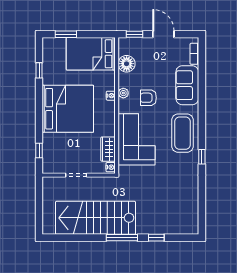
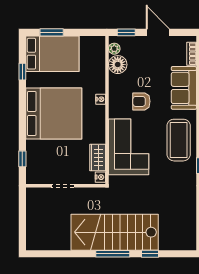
bed: (91, 54) -> (52, 54), moved, turned 180
plant: (123, 93) -> (114, 49), moved
stairs: (96, 218) -> (115, 232), moved

